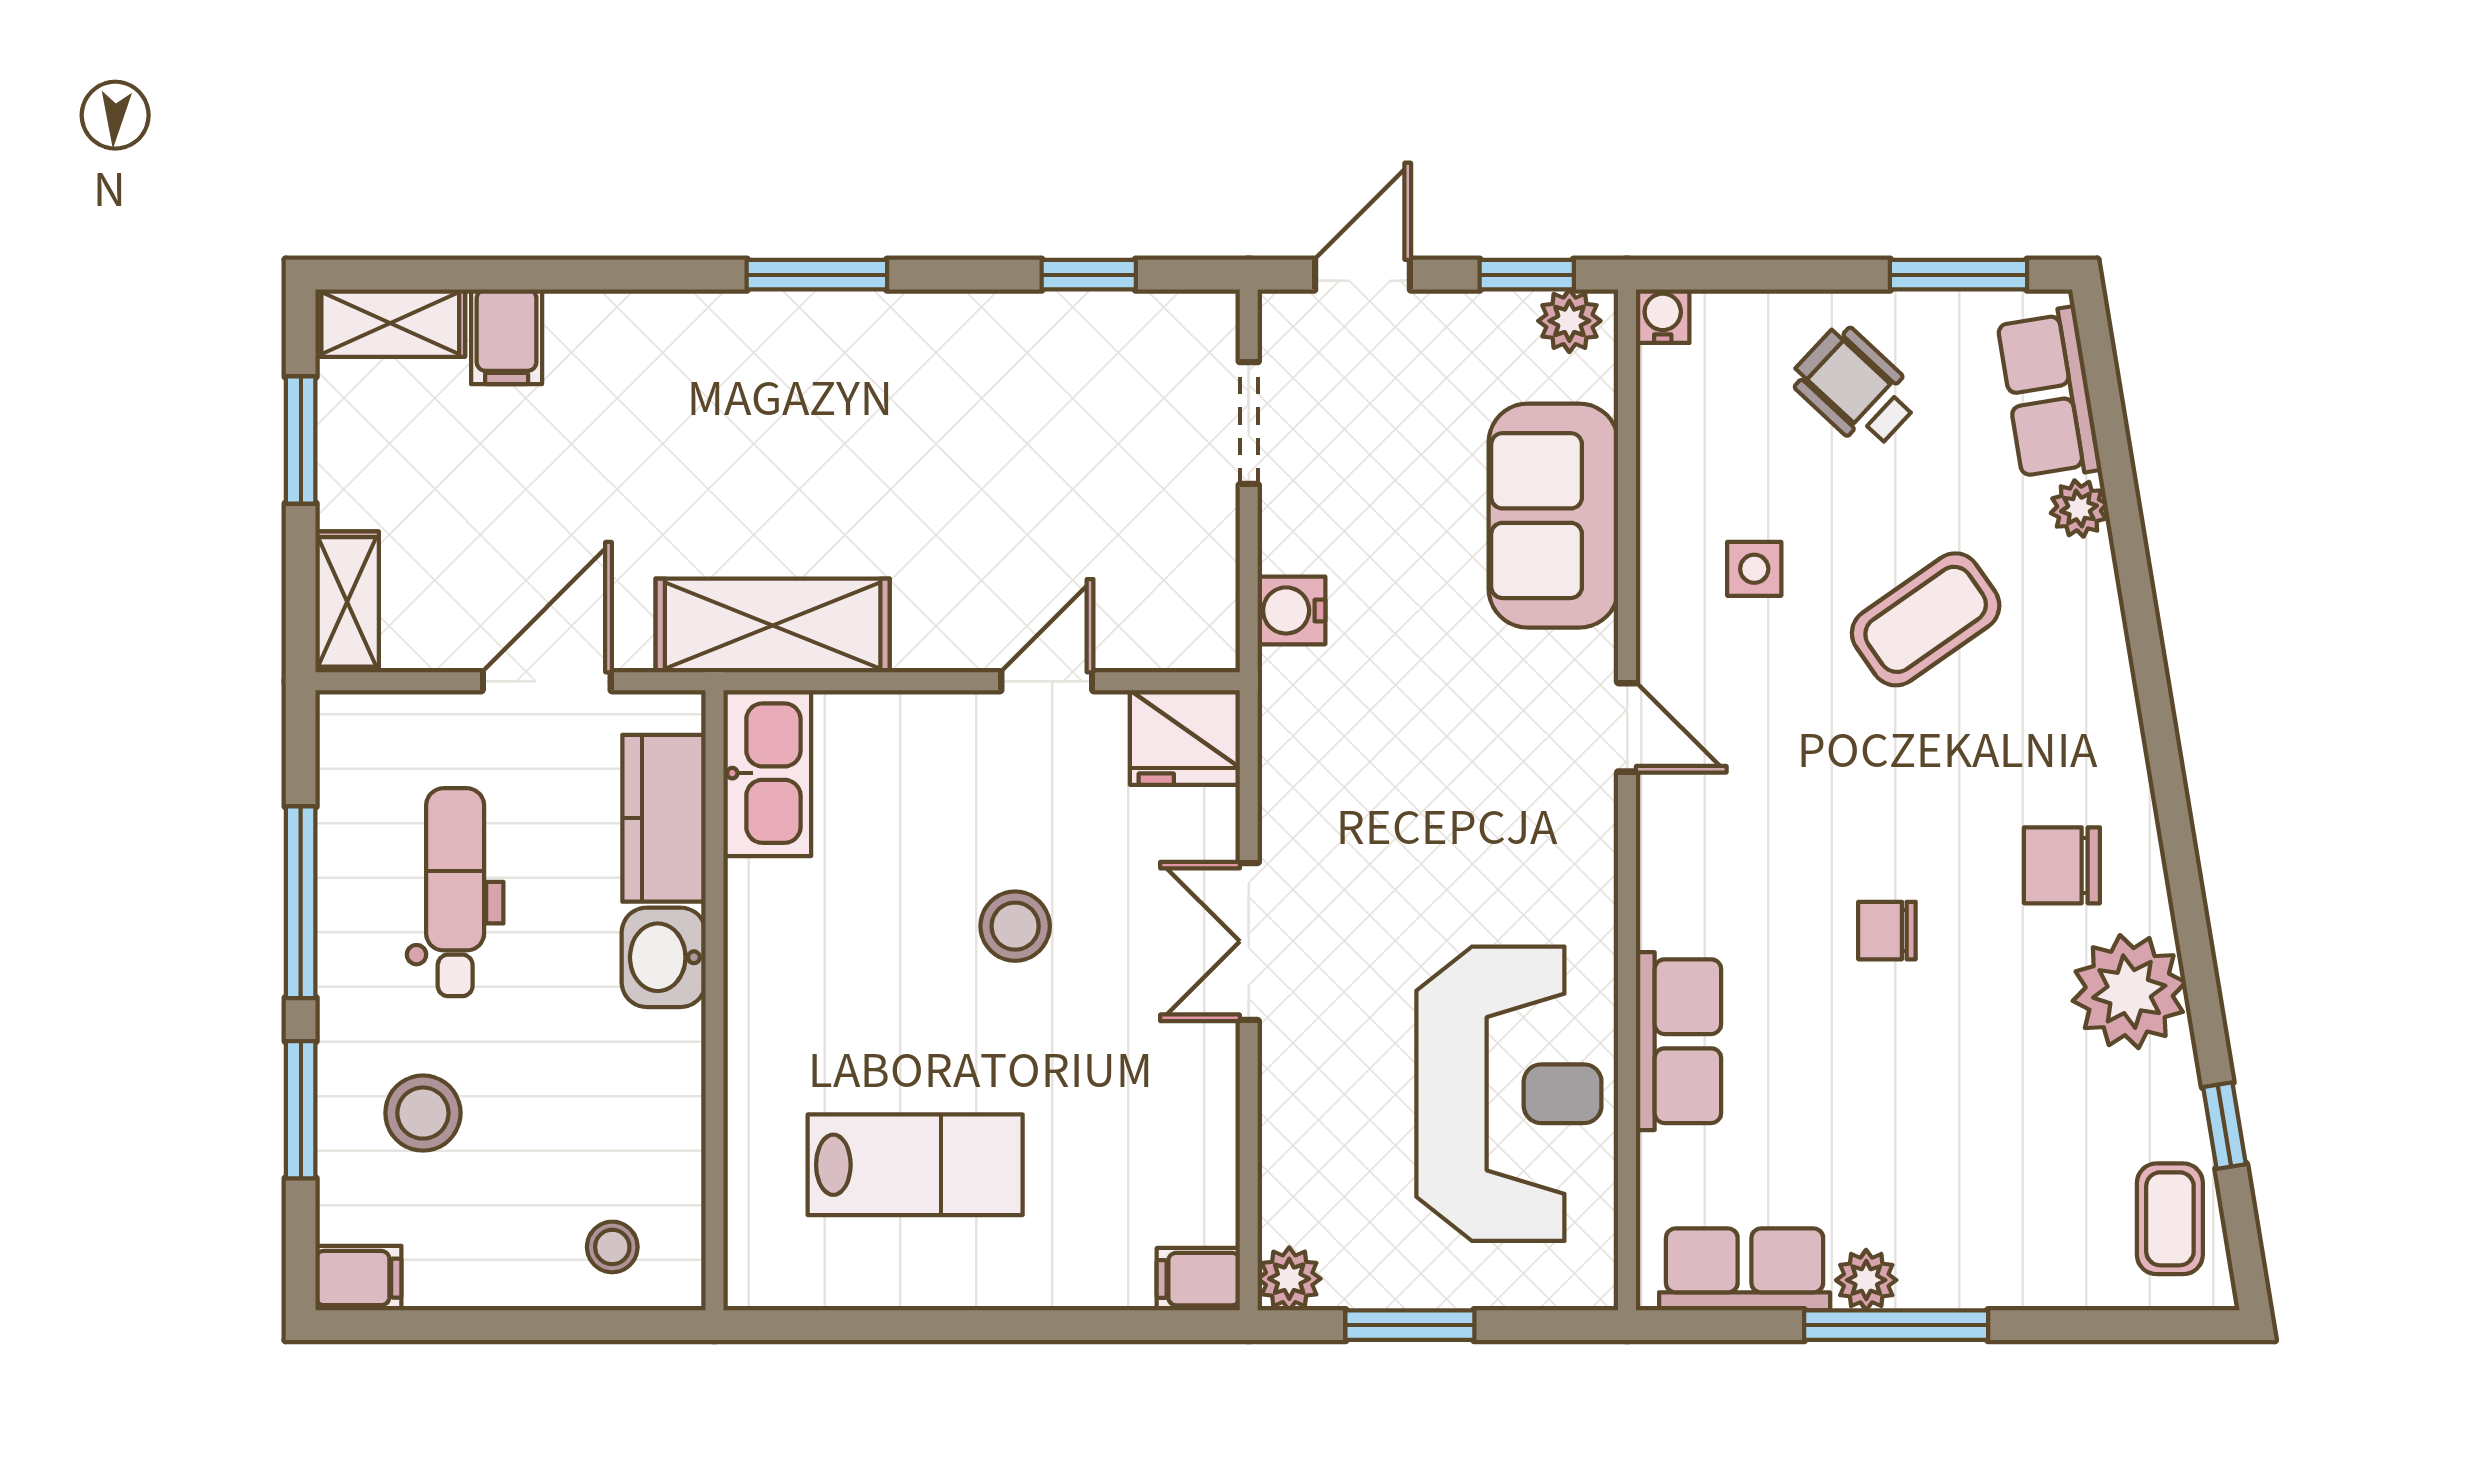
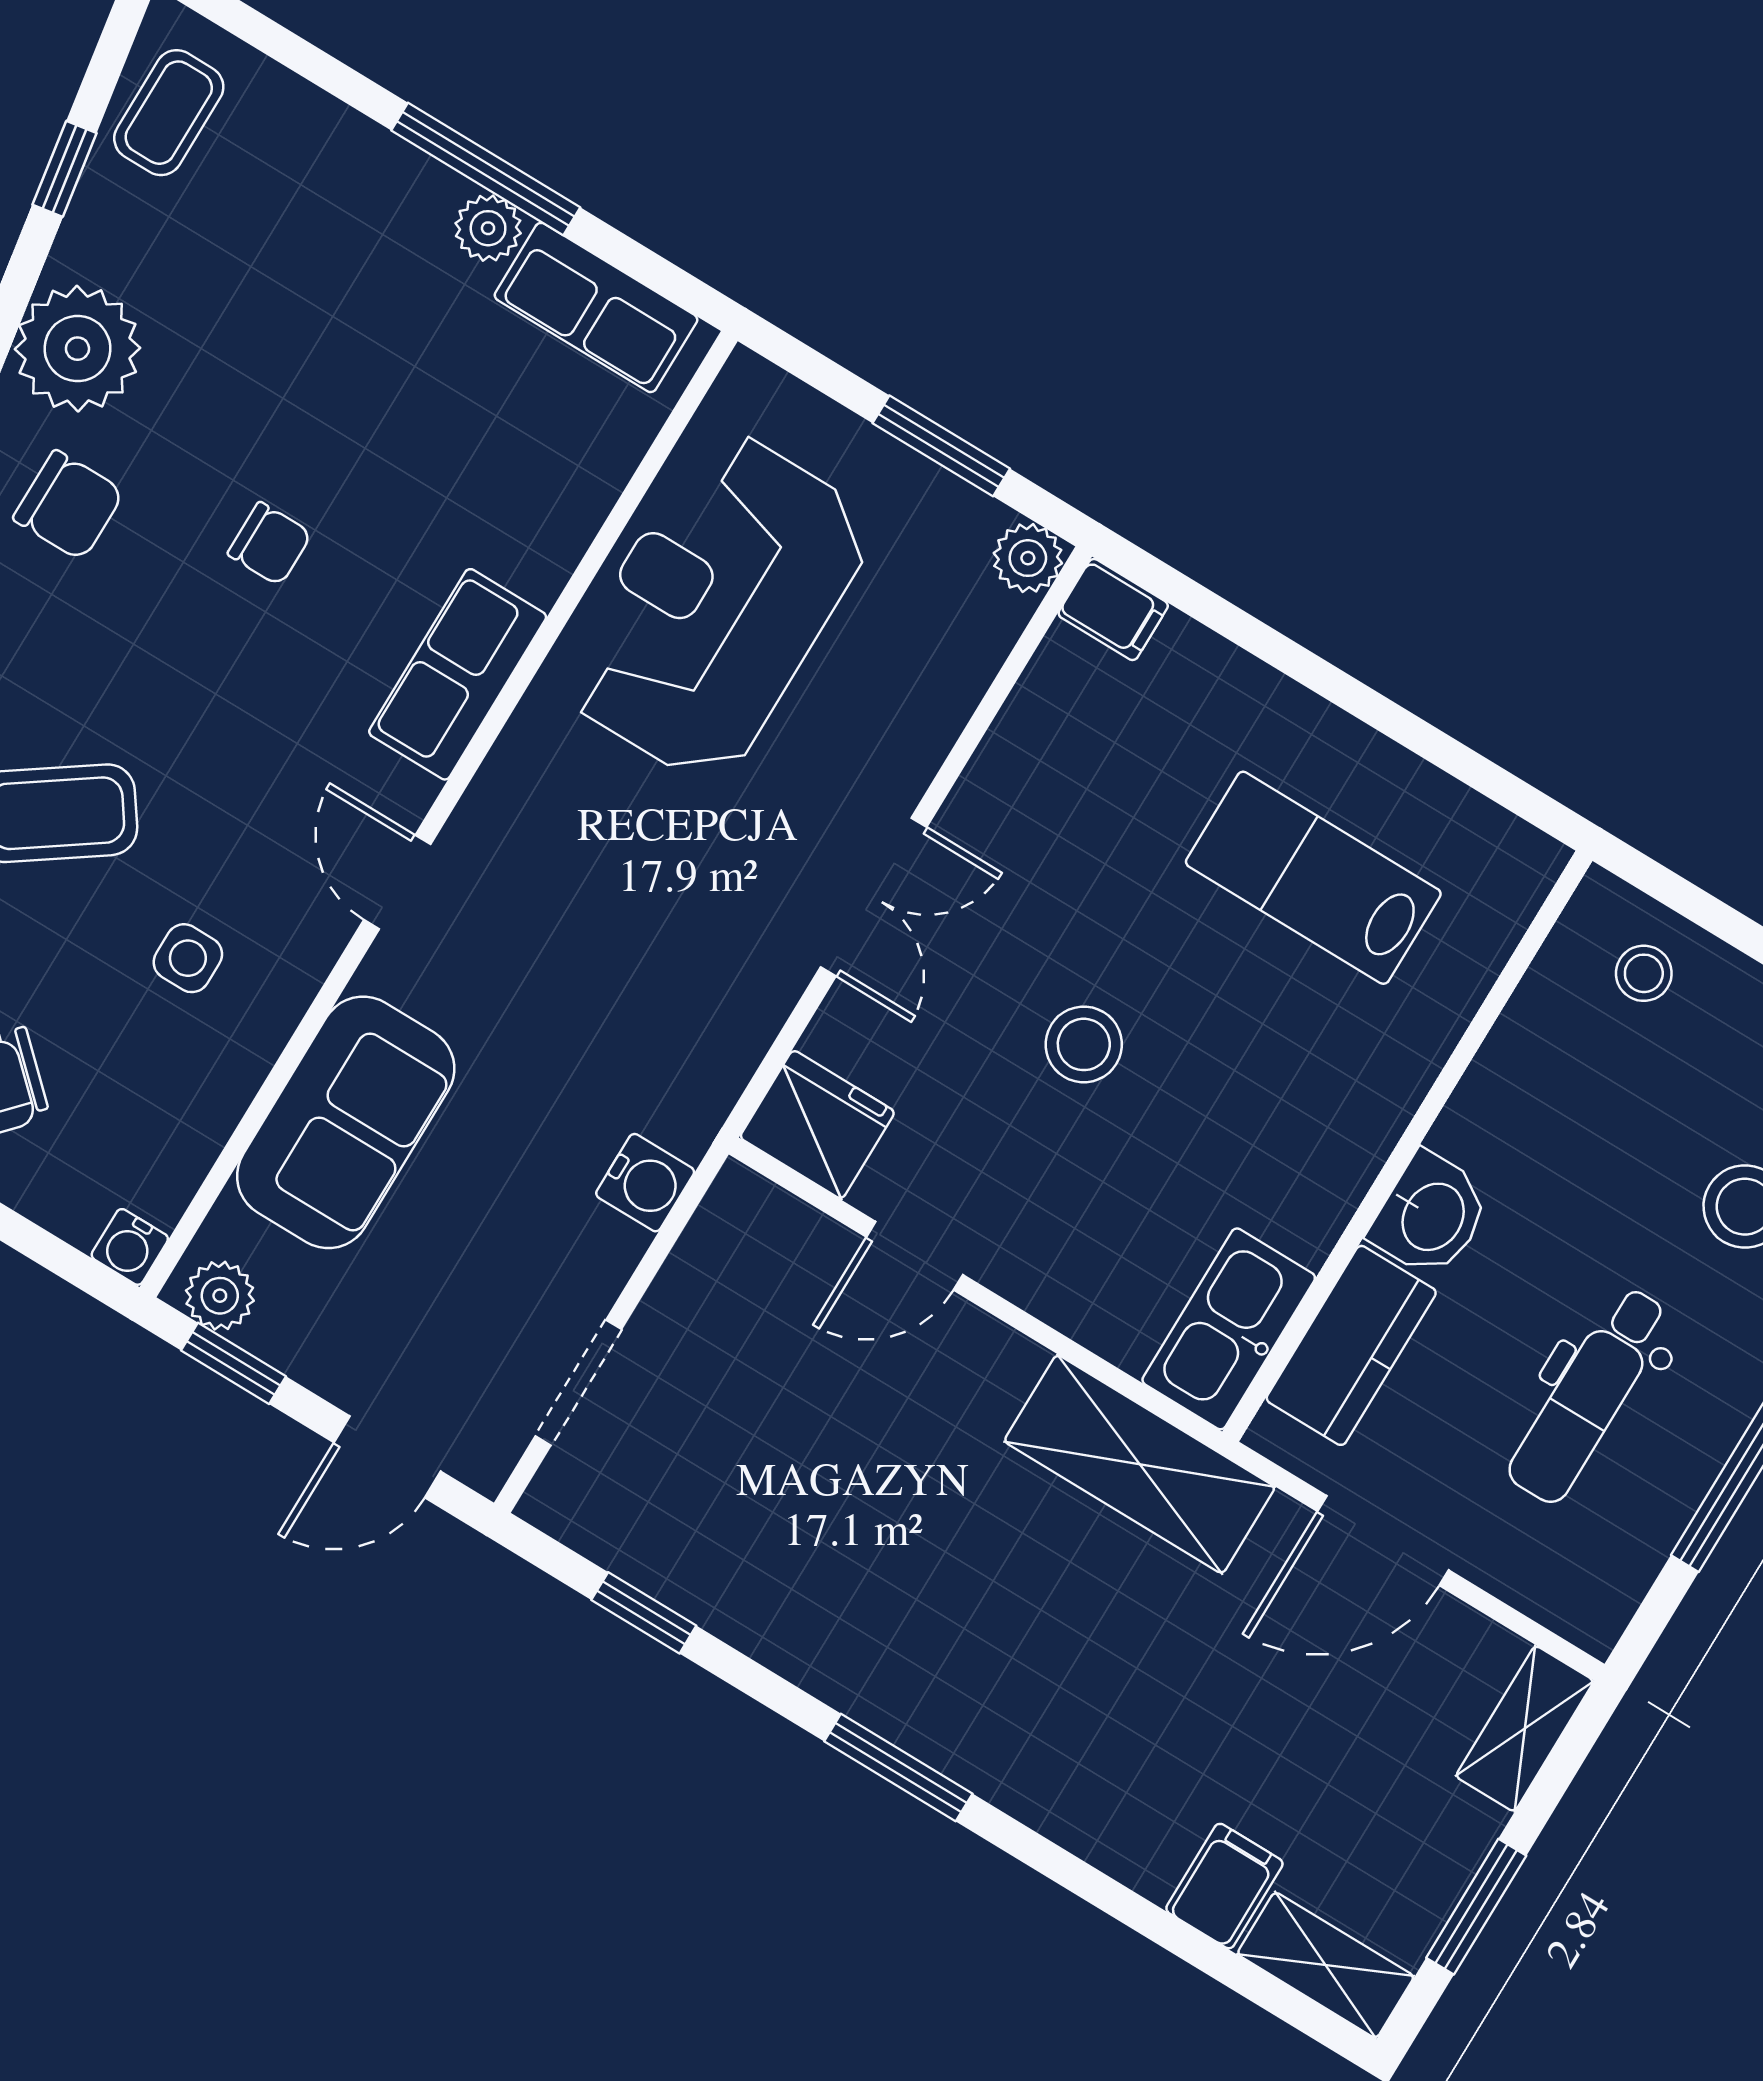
row of seats: (1679, 1041) -> (458, 674), moved

